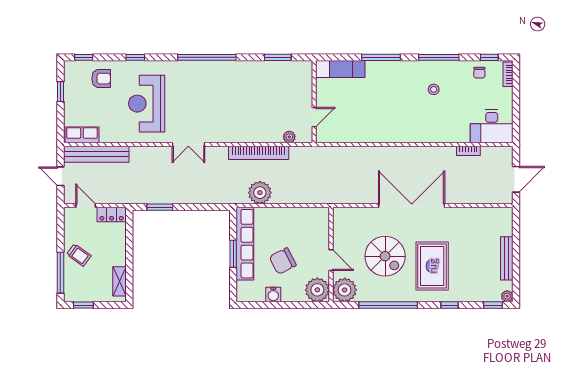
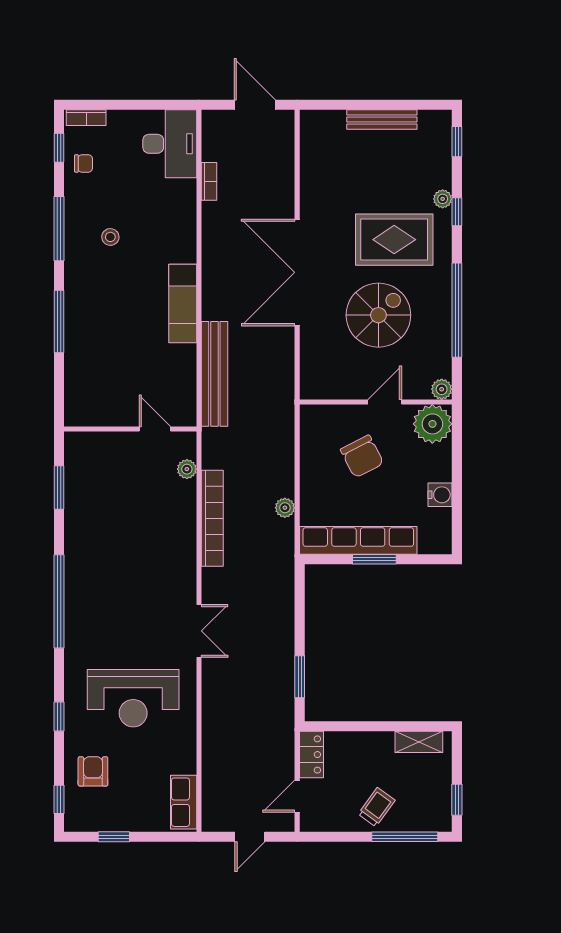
exam couch: (340, 69) -> (183, 303), moved, turned 180
bench: (96, 154) -> (214, 374), moved
plant: (260, 193) -> (285, 508), width x0.53, depth x0.53
chair: (283, 261) -> (362, 456), moved
plant: (345, 290) -> (442, 389), width x0.53, depth x0.53
plant: (507, 296) -> (443, 199), moved

